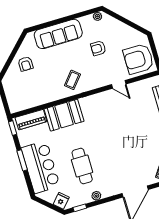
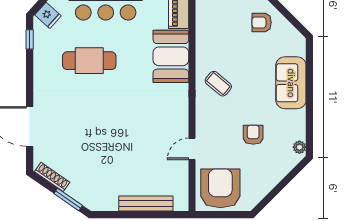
sofa: (58, 34) -> (291, 83), width x0.73
plant: (96, 196) -> (40, 69), removed

